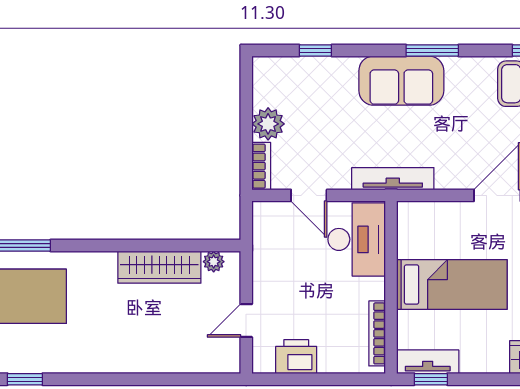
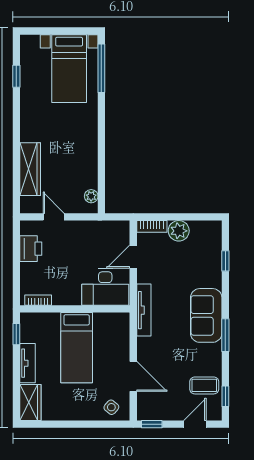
wardrobe: (159, 267) -> (30, 169), moved, turned 180
bookcase: (377, 333) -> (38, 300), width x0.64
tv unit: (428, 362) -> (28, 363), moved

